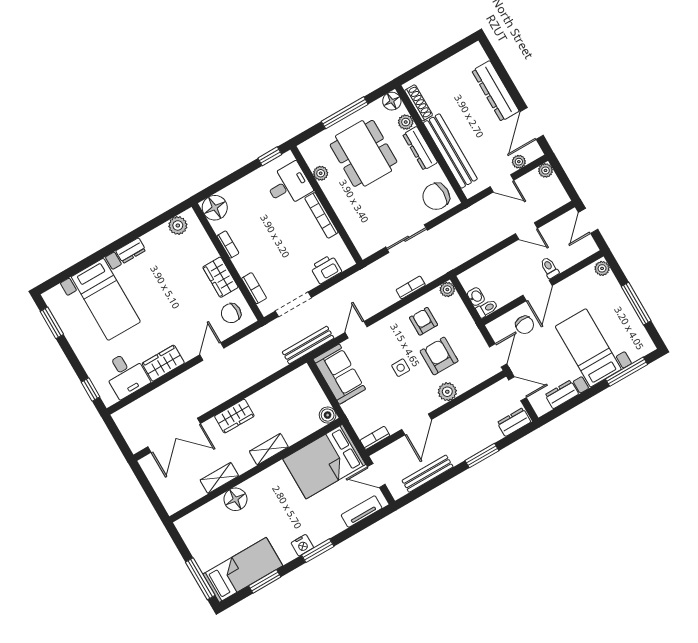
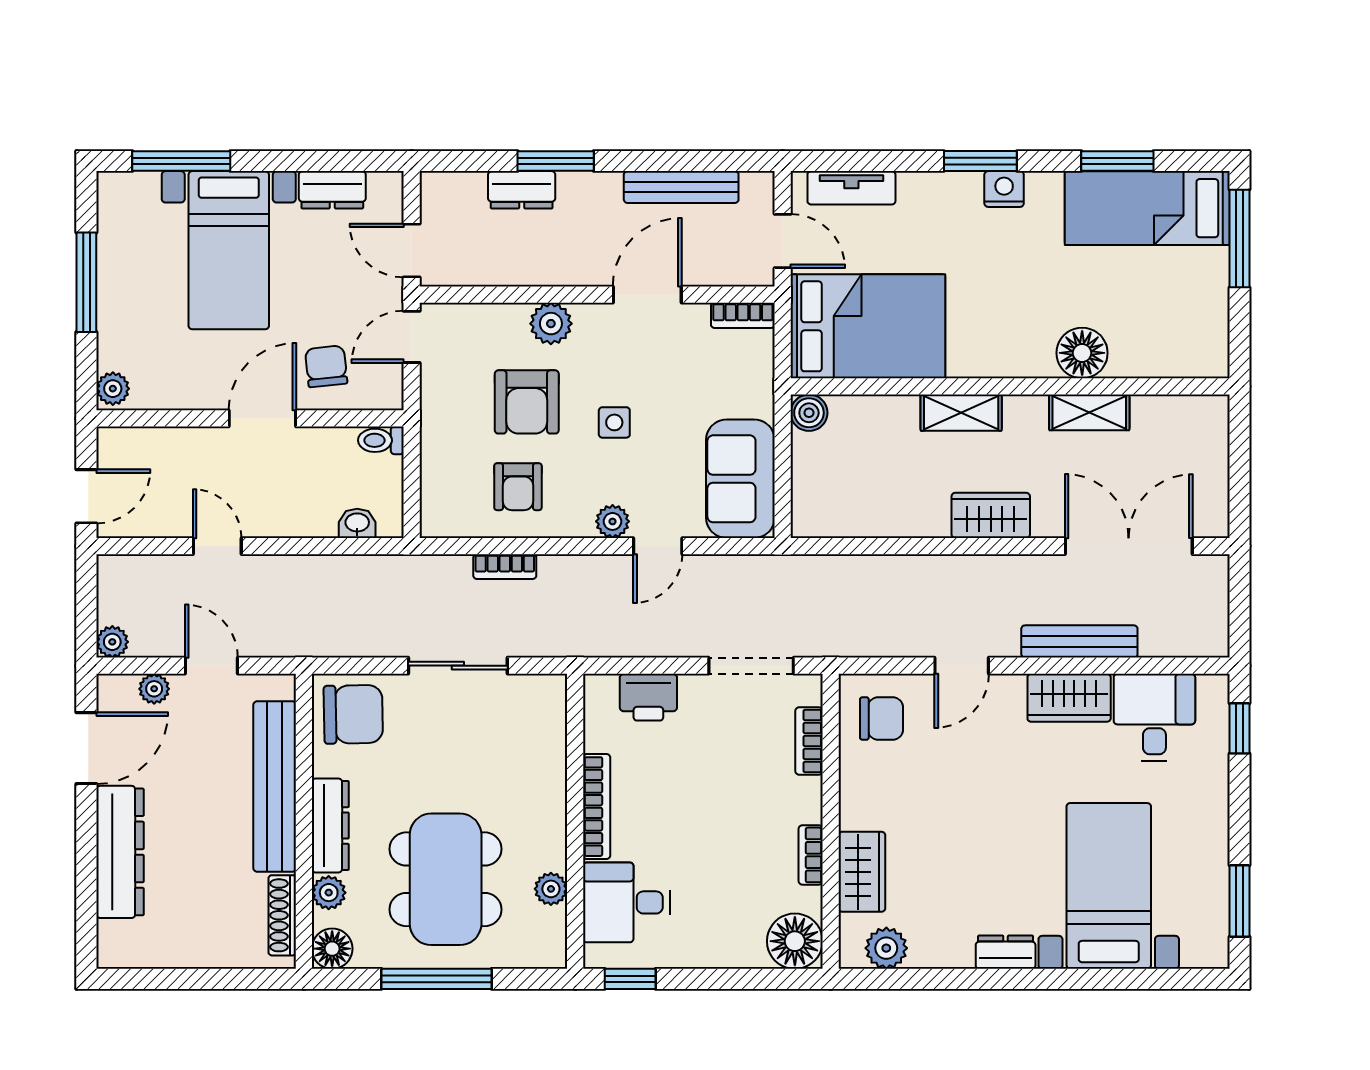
toilet: (549, 268) -> (214, 449), removed
wardrobe: (220, 277) -> (862, 872), moved
plant: (447, 290) -> (613, 521), moved
washbasin: (476, 297) -> (357, 523), moved, turned 90
bench: (308, 345) -> (1079, 641), moved
dresser: (514, 422) -> (522, 190), moved

